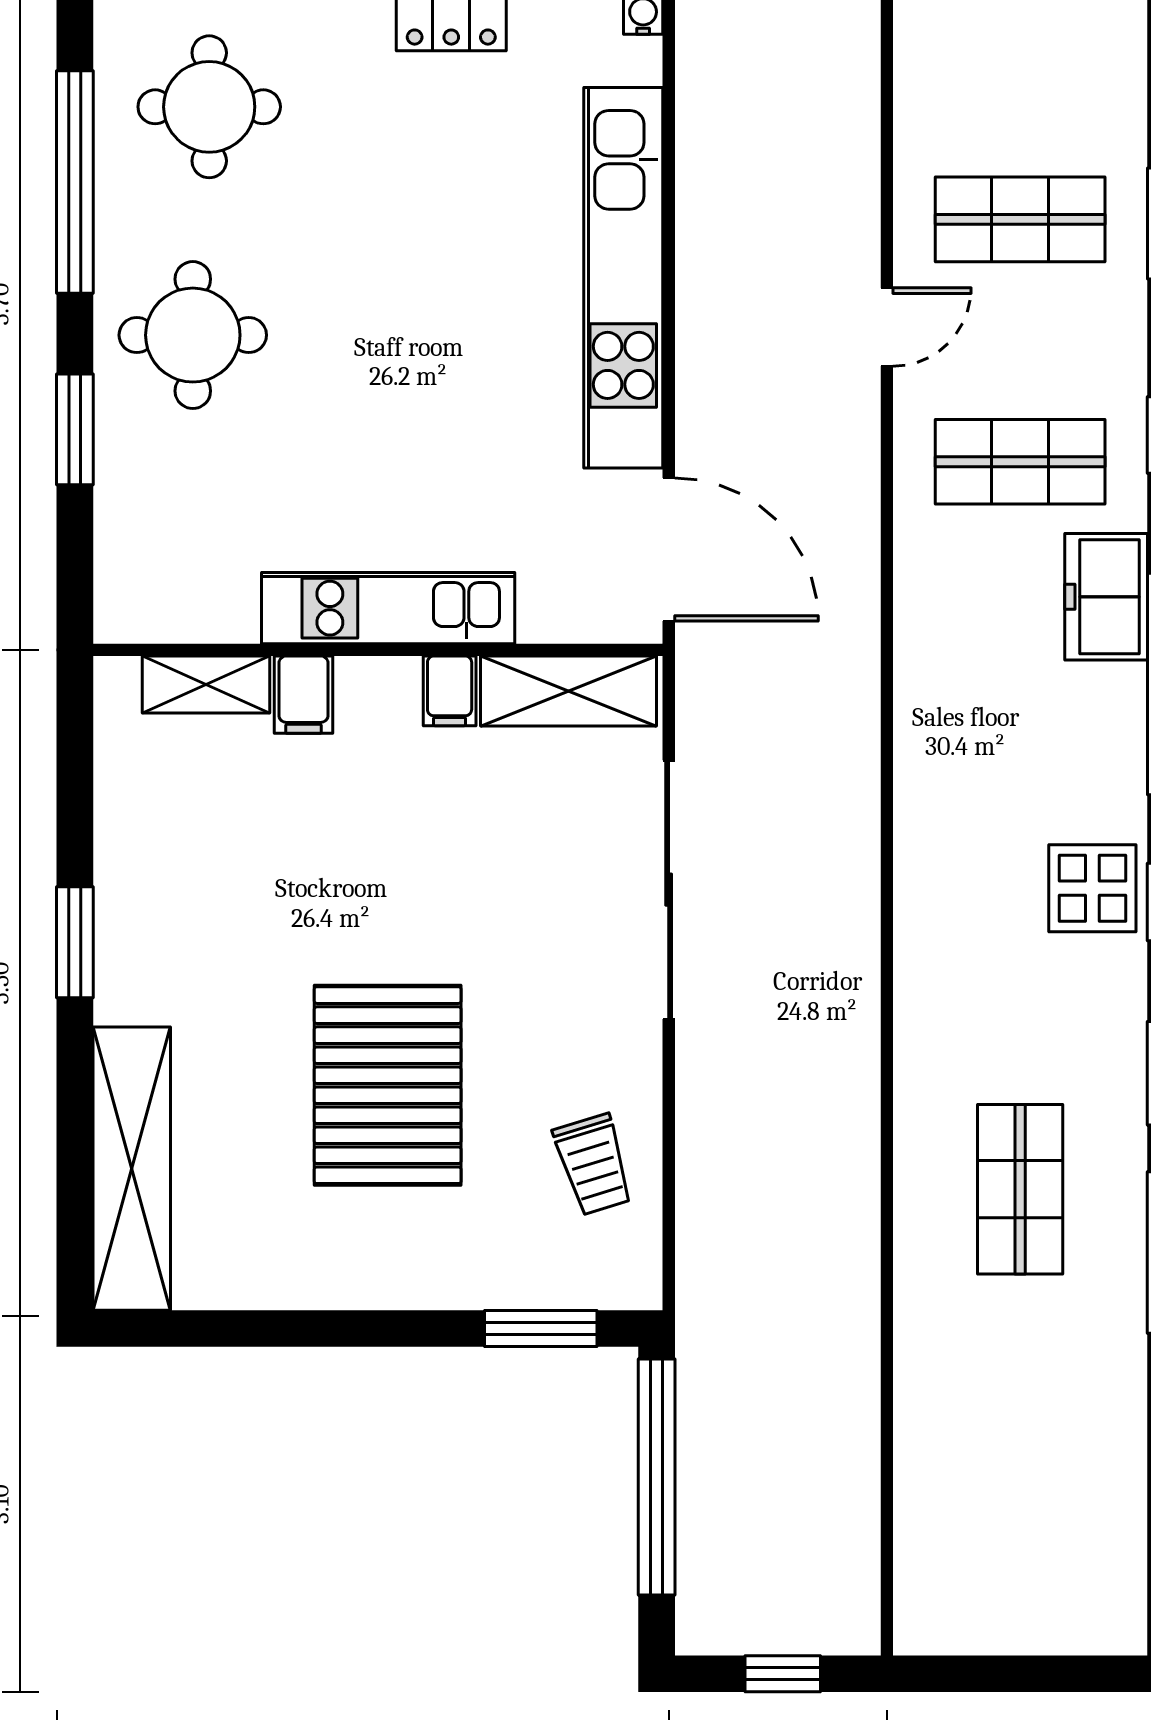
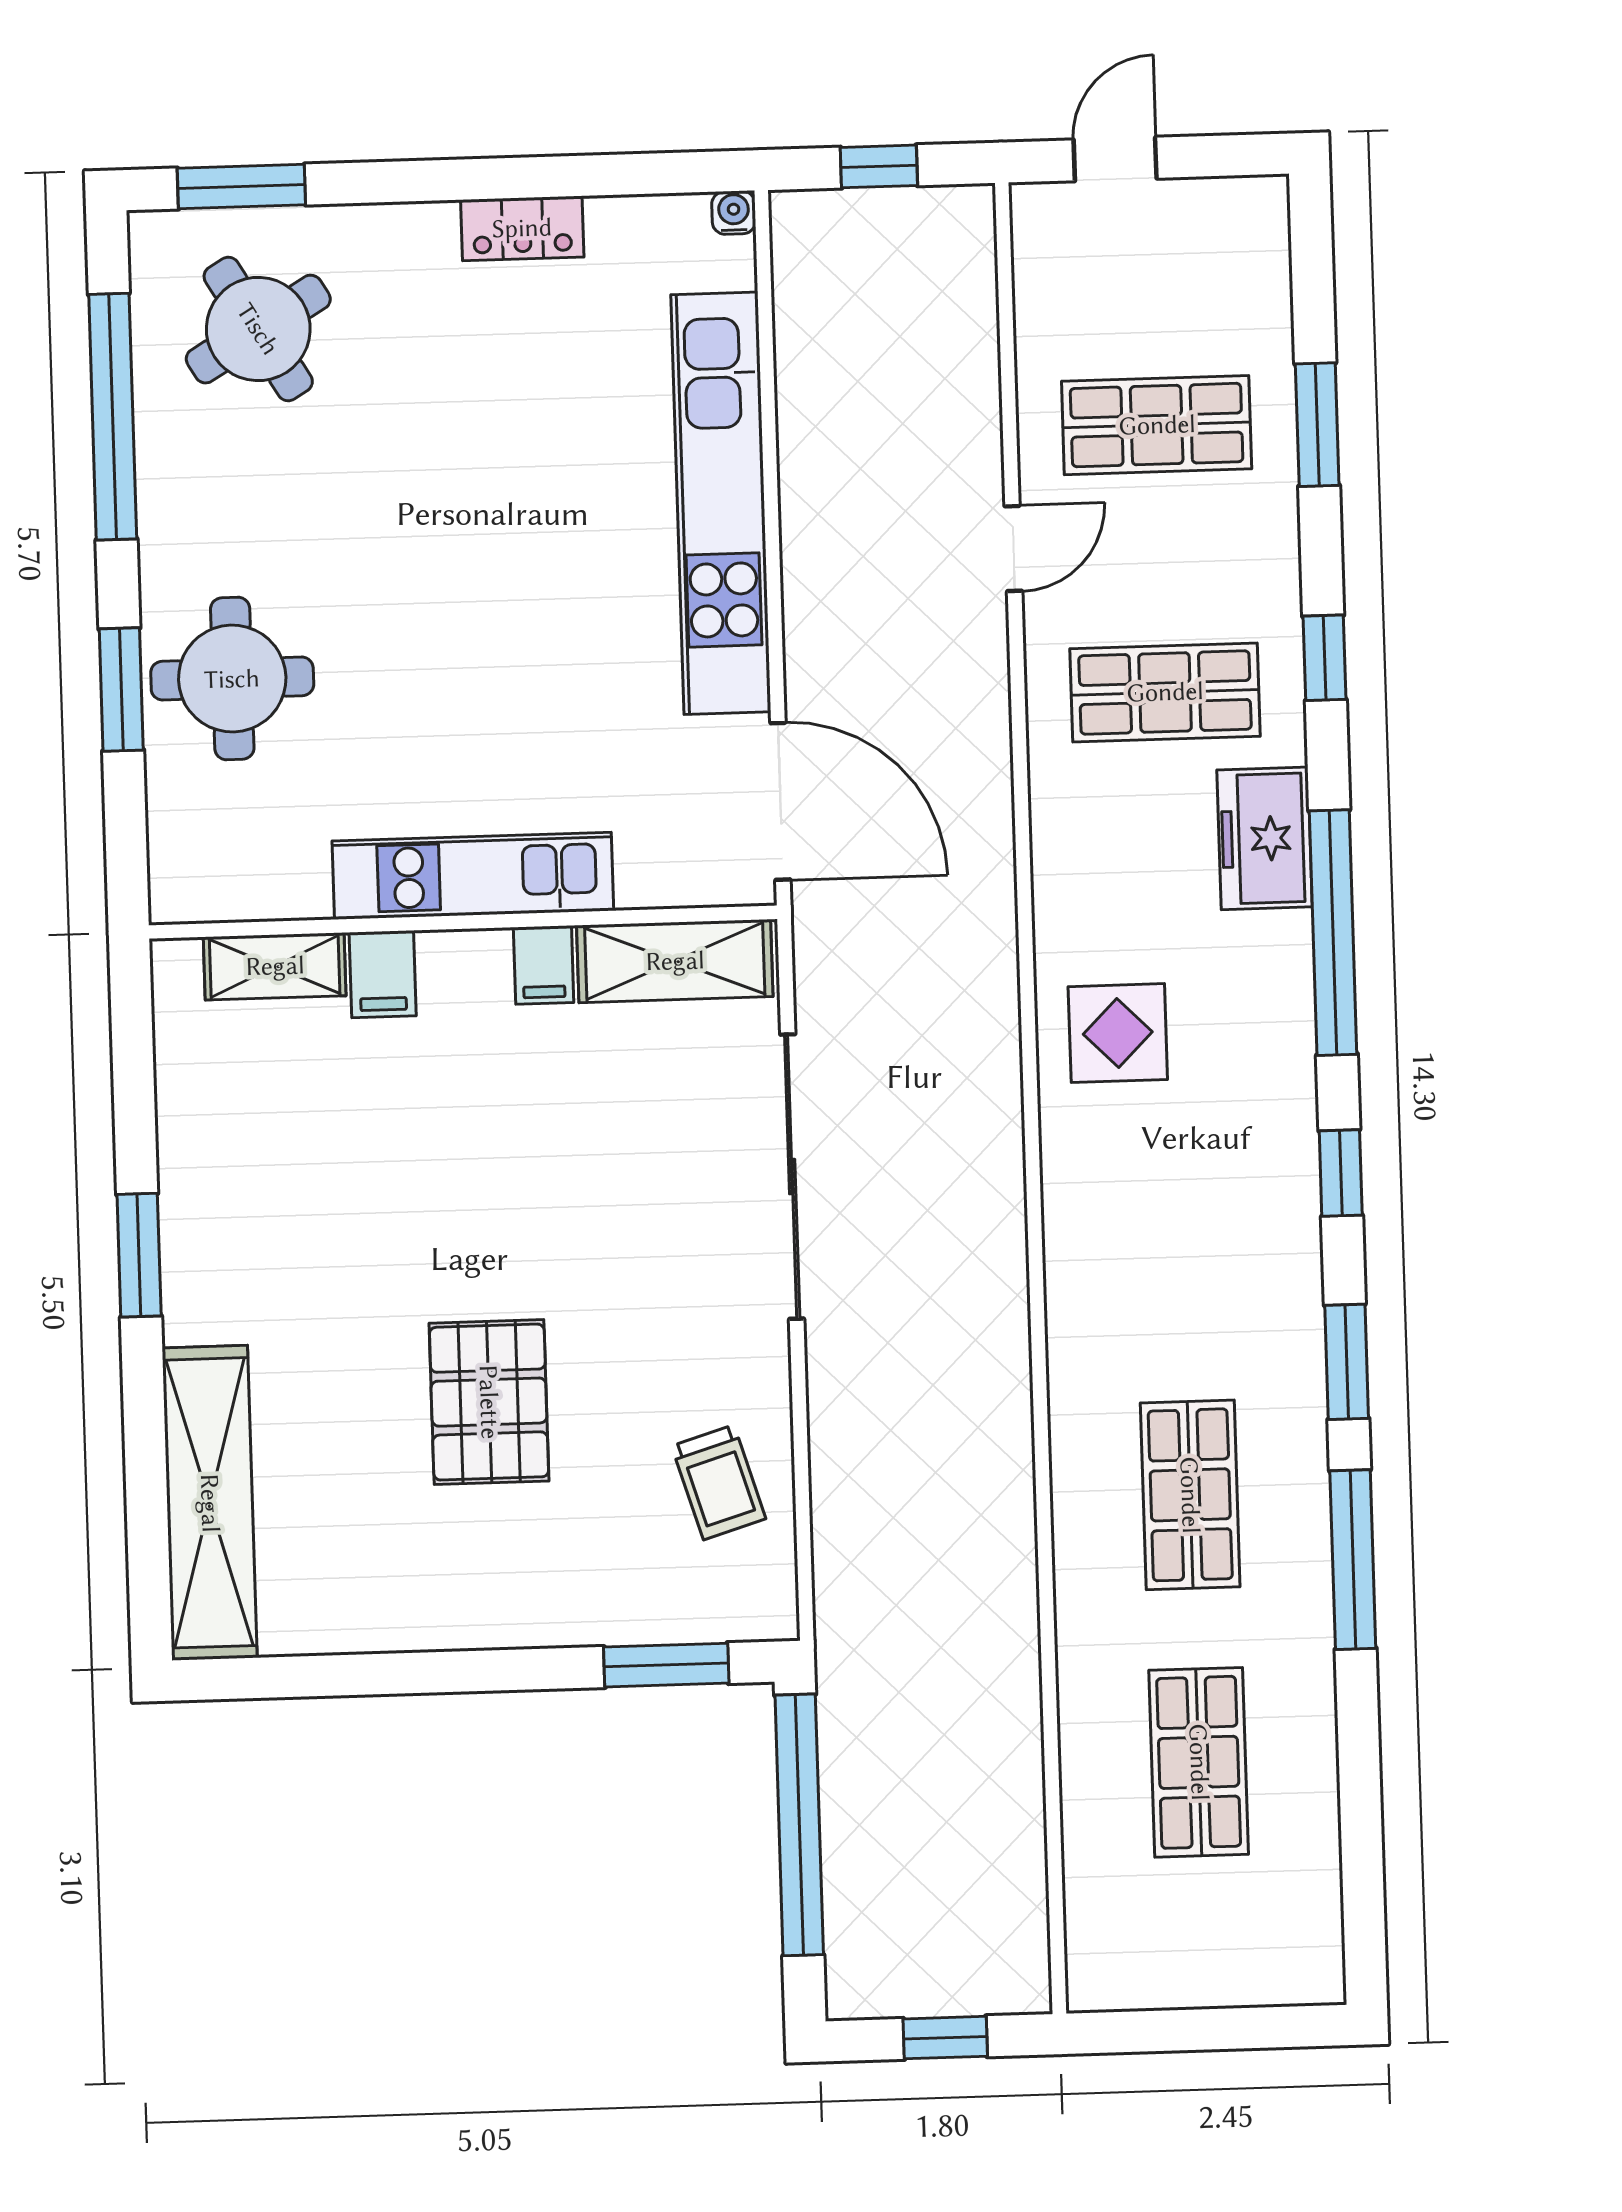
round table: (209, 107) -> (258, 329), turned -31
round table: (193, 335) -> (232, 679), moved
display table: (1092, 888) -> (1118, 1033), moved
pallet: (388, 1085) -> (489, 1402), width x0.73, depth x0.71
shop shelf: (1020, 1432) -> (1199, 1762), added

